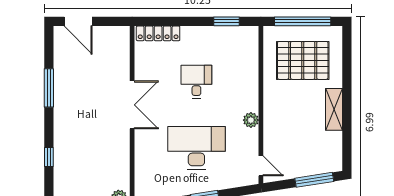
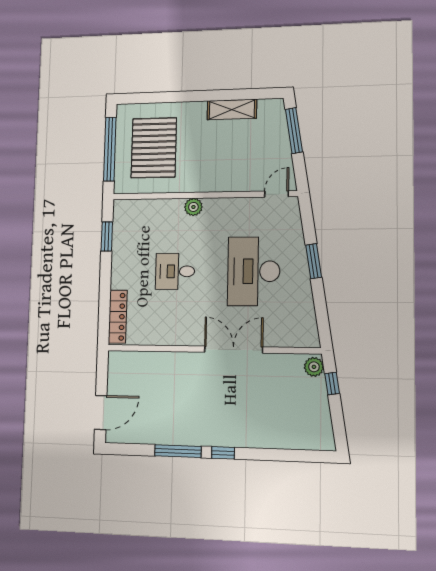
double door: (132, 105) -> (233, 350), moved
shelving: (334, 109) -> (232, 109), moved
plant: (251, 120) -> (193, 207), moved
window: (49, 157) -> (223, 453), moved

